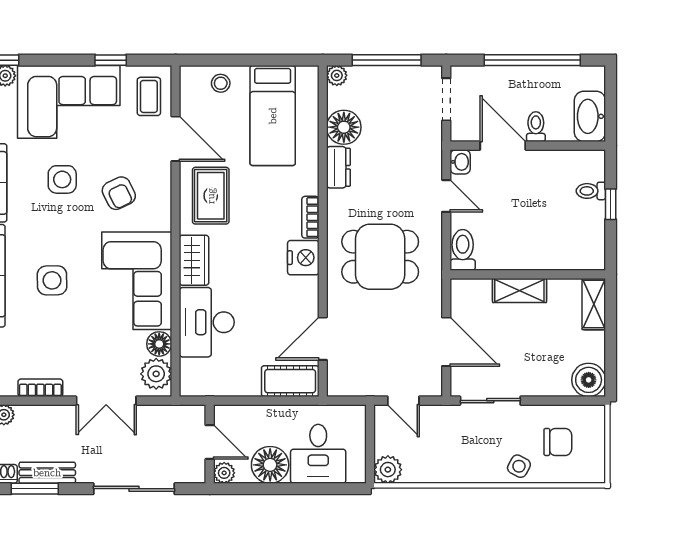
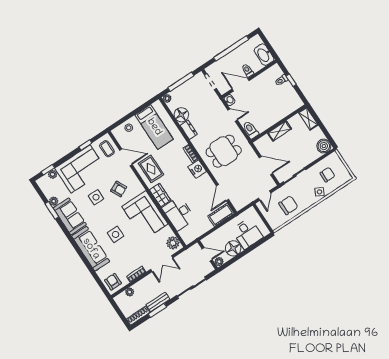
floor lamp: (159, 344) -> (167, 232), removed
door: (403, 401) -> (265, 196), hinge flipped
chair: (438, 452) -> (288, 205), added
plant: (388, 470) -> (275, 223), removed

